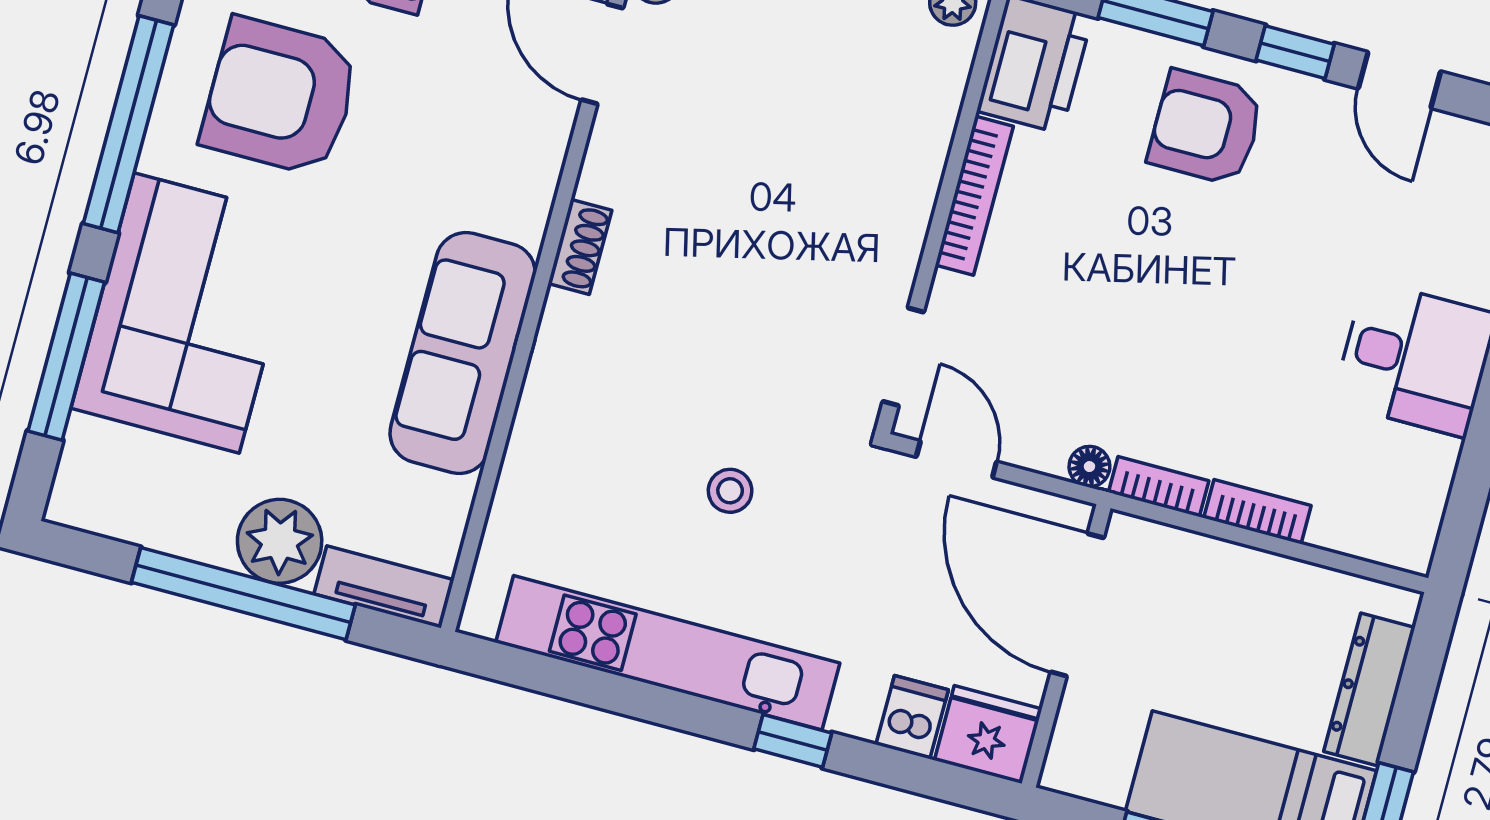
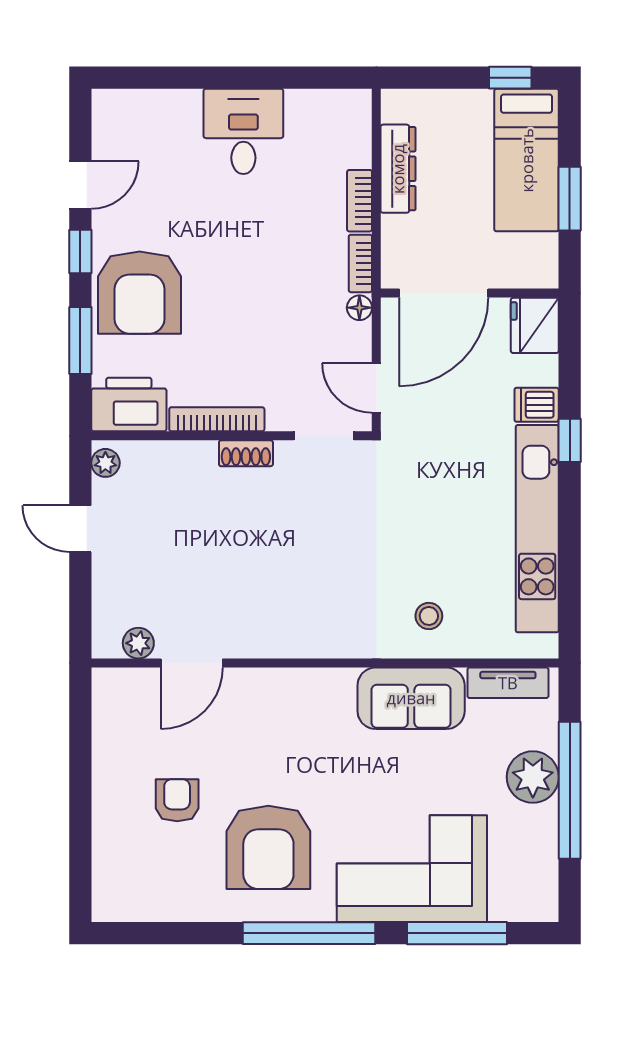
armchair: (1206, 128) -> (140, 293), width x1.36, depth x1.36
shoe rack: (580, 247) -> (246, 453), moved, turned 180
sofa: (463, 353) -> (411, 698), width x0.73
door: (956, 459) -> (376, 388), hinge flipped
stool: (730, 491) -> (429, 616), moved
tv unit: (384, 587) -> (508, 683), moved, turned -90
dresser: (1369, 689) -> (398, 169), moved, turned -90
dishwasher: (912, 717) -> (537, 405), moved

